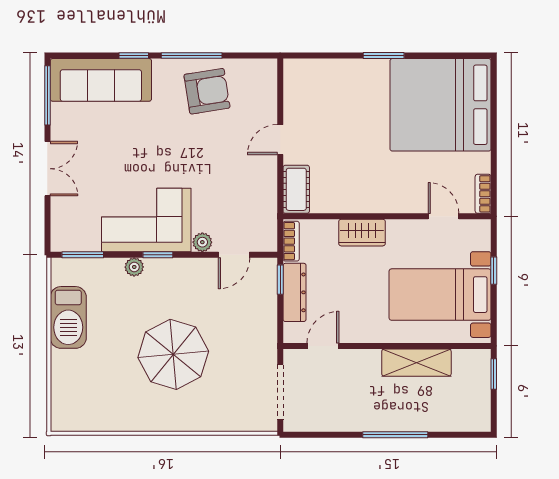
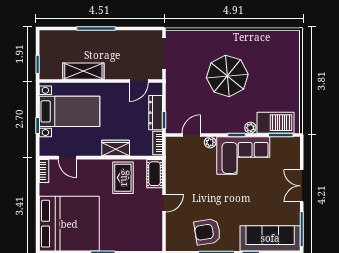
rug: (350, 182) -> (123, 178), added
barbecue: (68, 317) -> (275, 123), moved, turned 90

